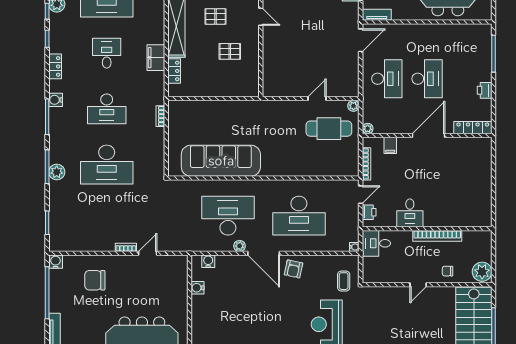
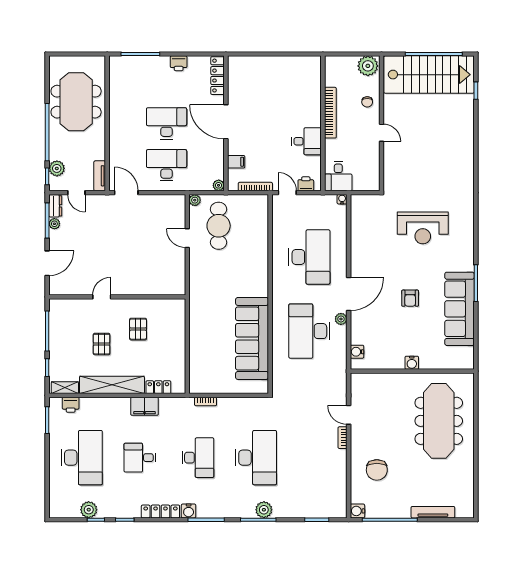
locker: (55, 66) -> (160, 511), width x1.53
armchair: (294, 269) -> (410, 298), moved, turned 78
coffee table: (344, 281) -> (378, 210), removed
water cooler: (198, 288) -> (412, 363), moved

